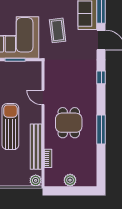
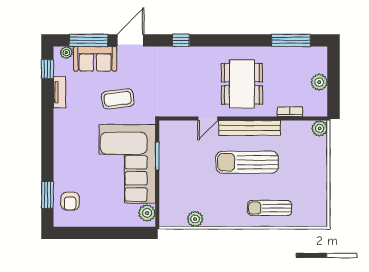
dining table: (69, 123) -> (242, 84), width x1.38
window: (101, 130) -> (291, 40), moved
bench: (36, 147) -> (250, 128), moved

